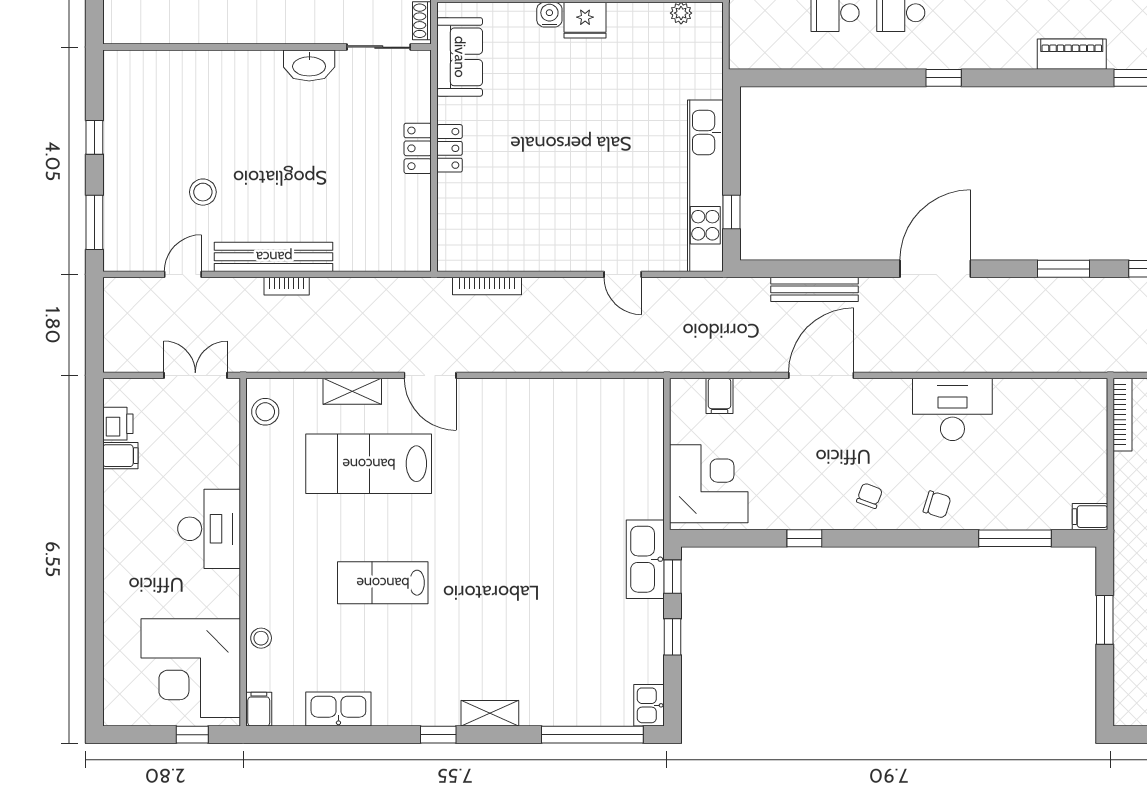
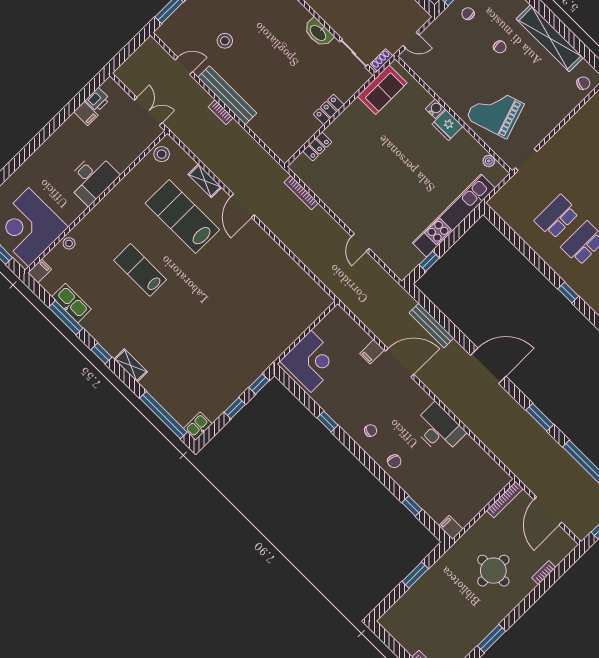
locker: (450, 148) -> (317, 147), moved
kitchen unit: (705, 186) -> (454, 215), moved
filing cabinet: (719, 396) -> (372, 352), moved
window: (1015, 538) -> (412, 506), width x0.46
kitchen sink: (645, 559) -> (255, 366), removed
window: (350, 735) -> (66, 318), added

